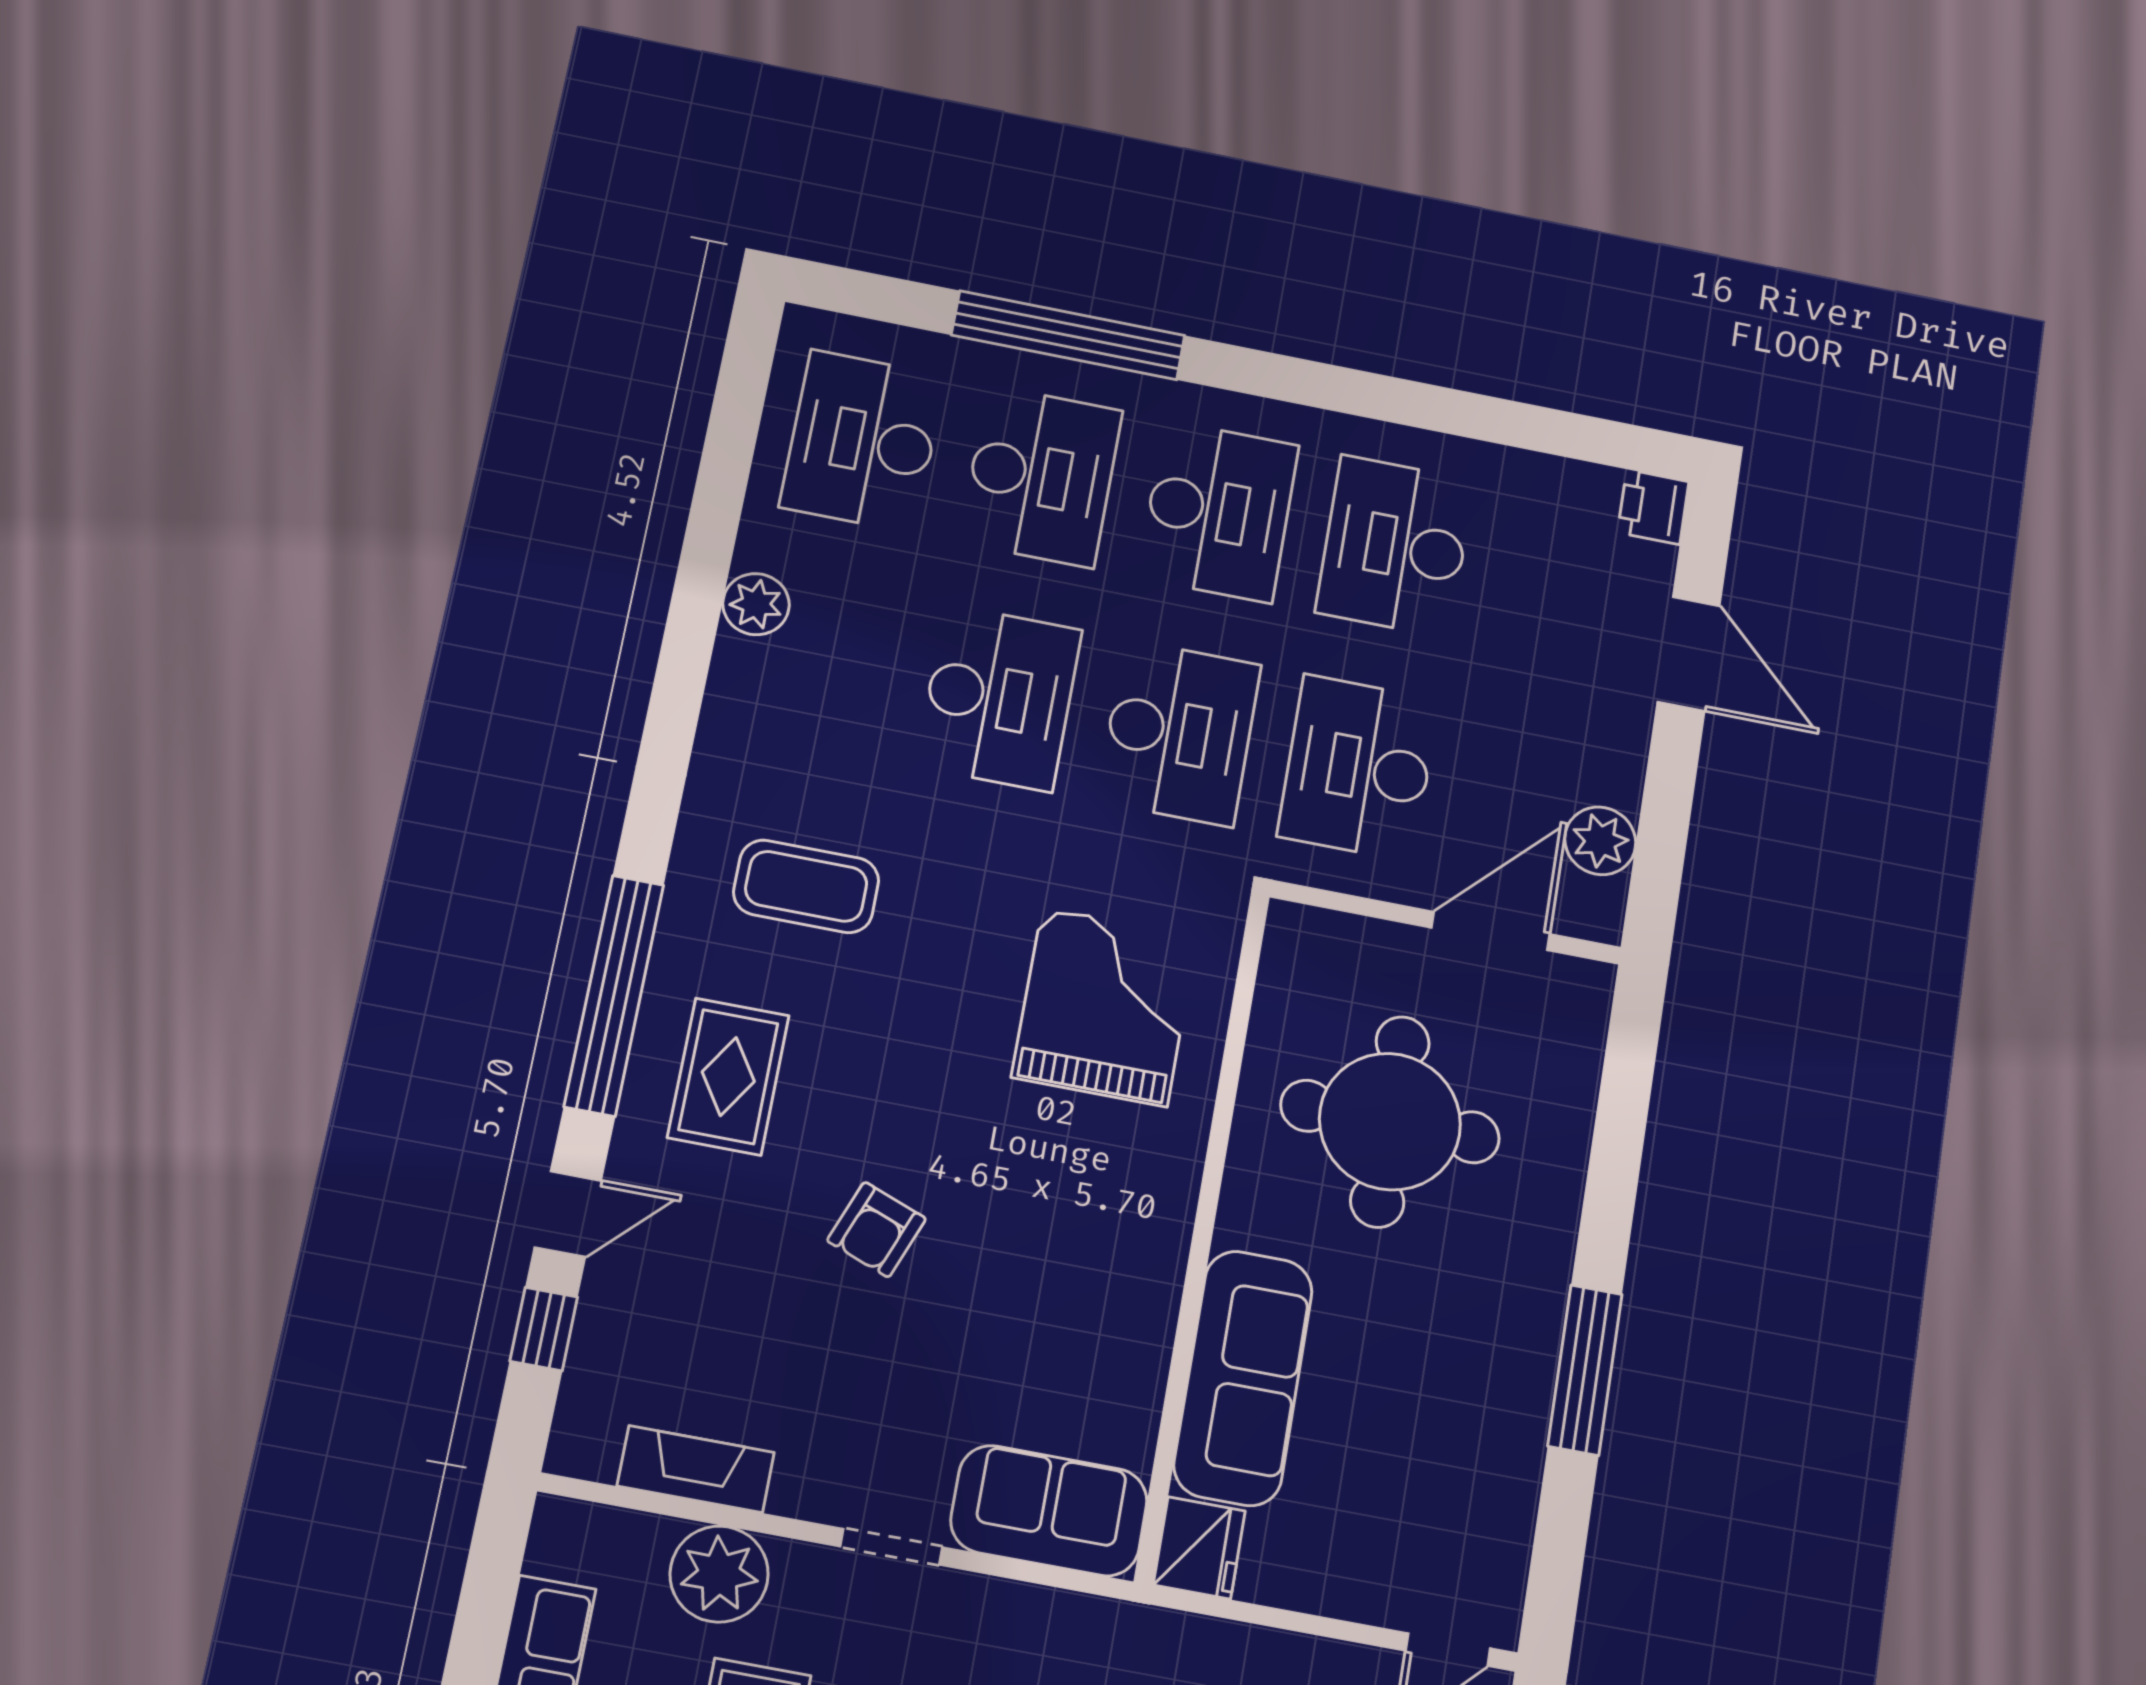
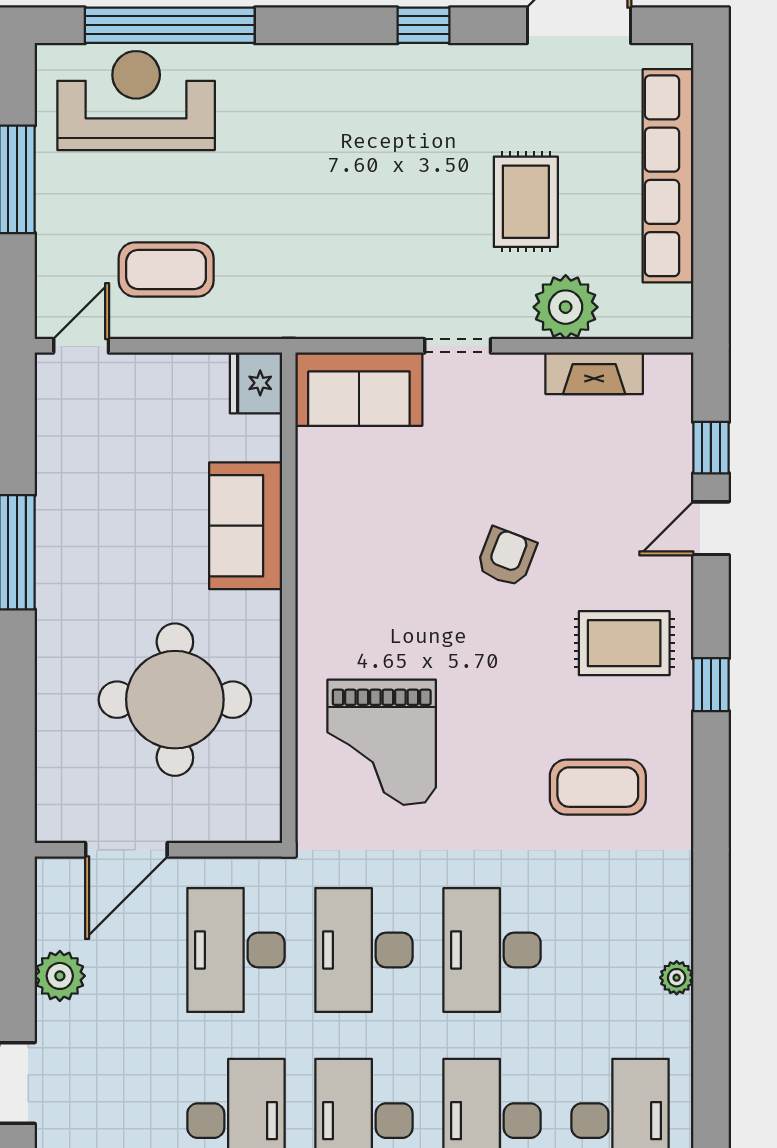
plant: (756, 604) -> (677, 978), width x0.73, depth x0.73
desk: (1358, 768) -> (236, 950), turned 180
plant: (1600, 841) -> (60, 976), moved
window: (614, 995) -> (711, 685), width x0.32
rug: (728, 1077) -> (624, 643), turned 90
sofa: (1243, 1378) -> (246, 526), width x0.73

